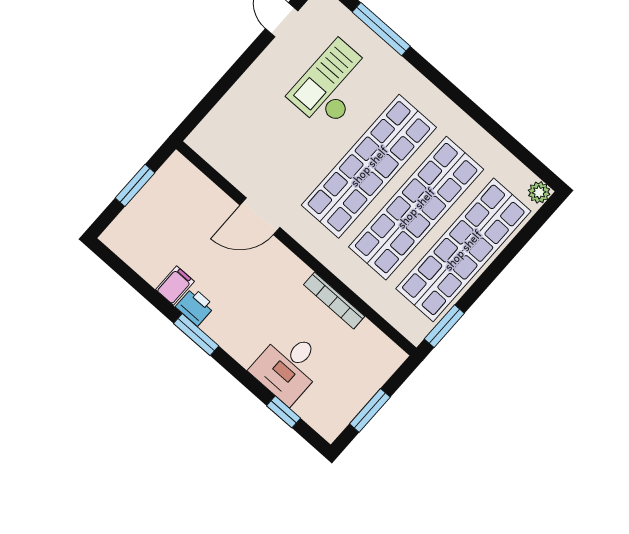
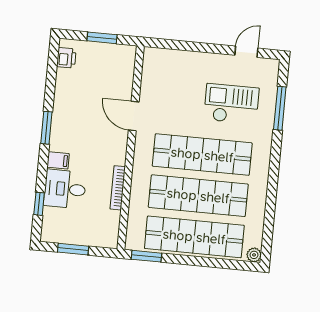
filing cabinet: (175, 286) -> (58, 160), moved
printer: (195, 307) -> (66, 58), moved

